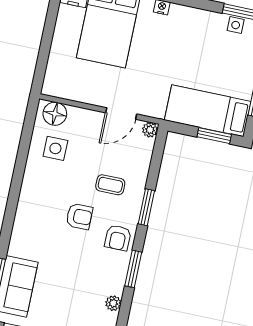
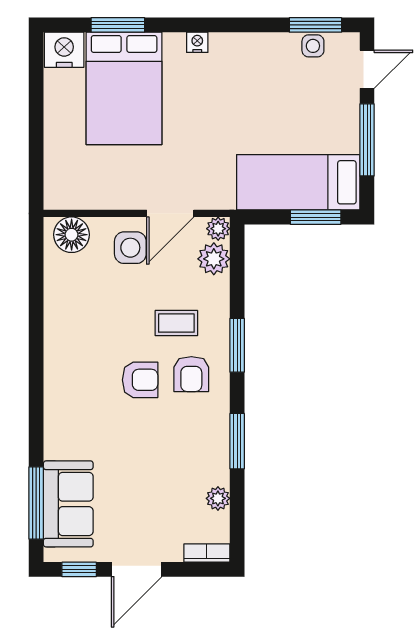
side table: (55, 148) -> (130, 248), moved
plant: (143, 149) -> (214, 259), added
armchair: (118, 238) -> (191, 374), moved

